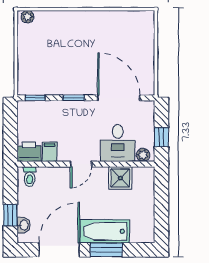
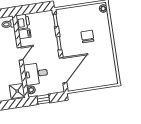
chair: (69, 49) -> (87, 36), added
door: (81, 164) -> (20, 54), swing flipped
shower: (120, 178) -> (17, 91), moved

